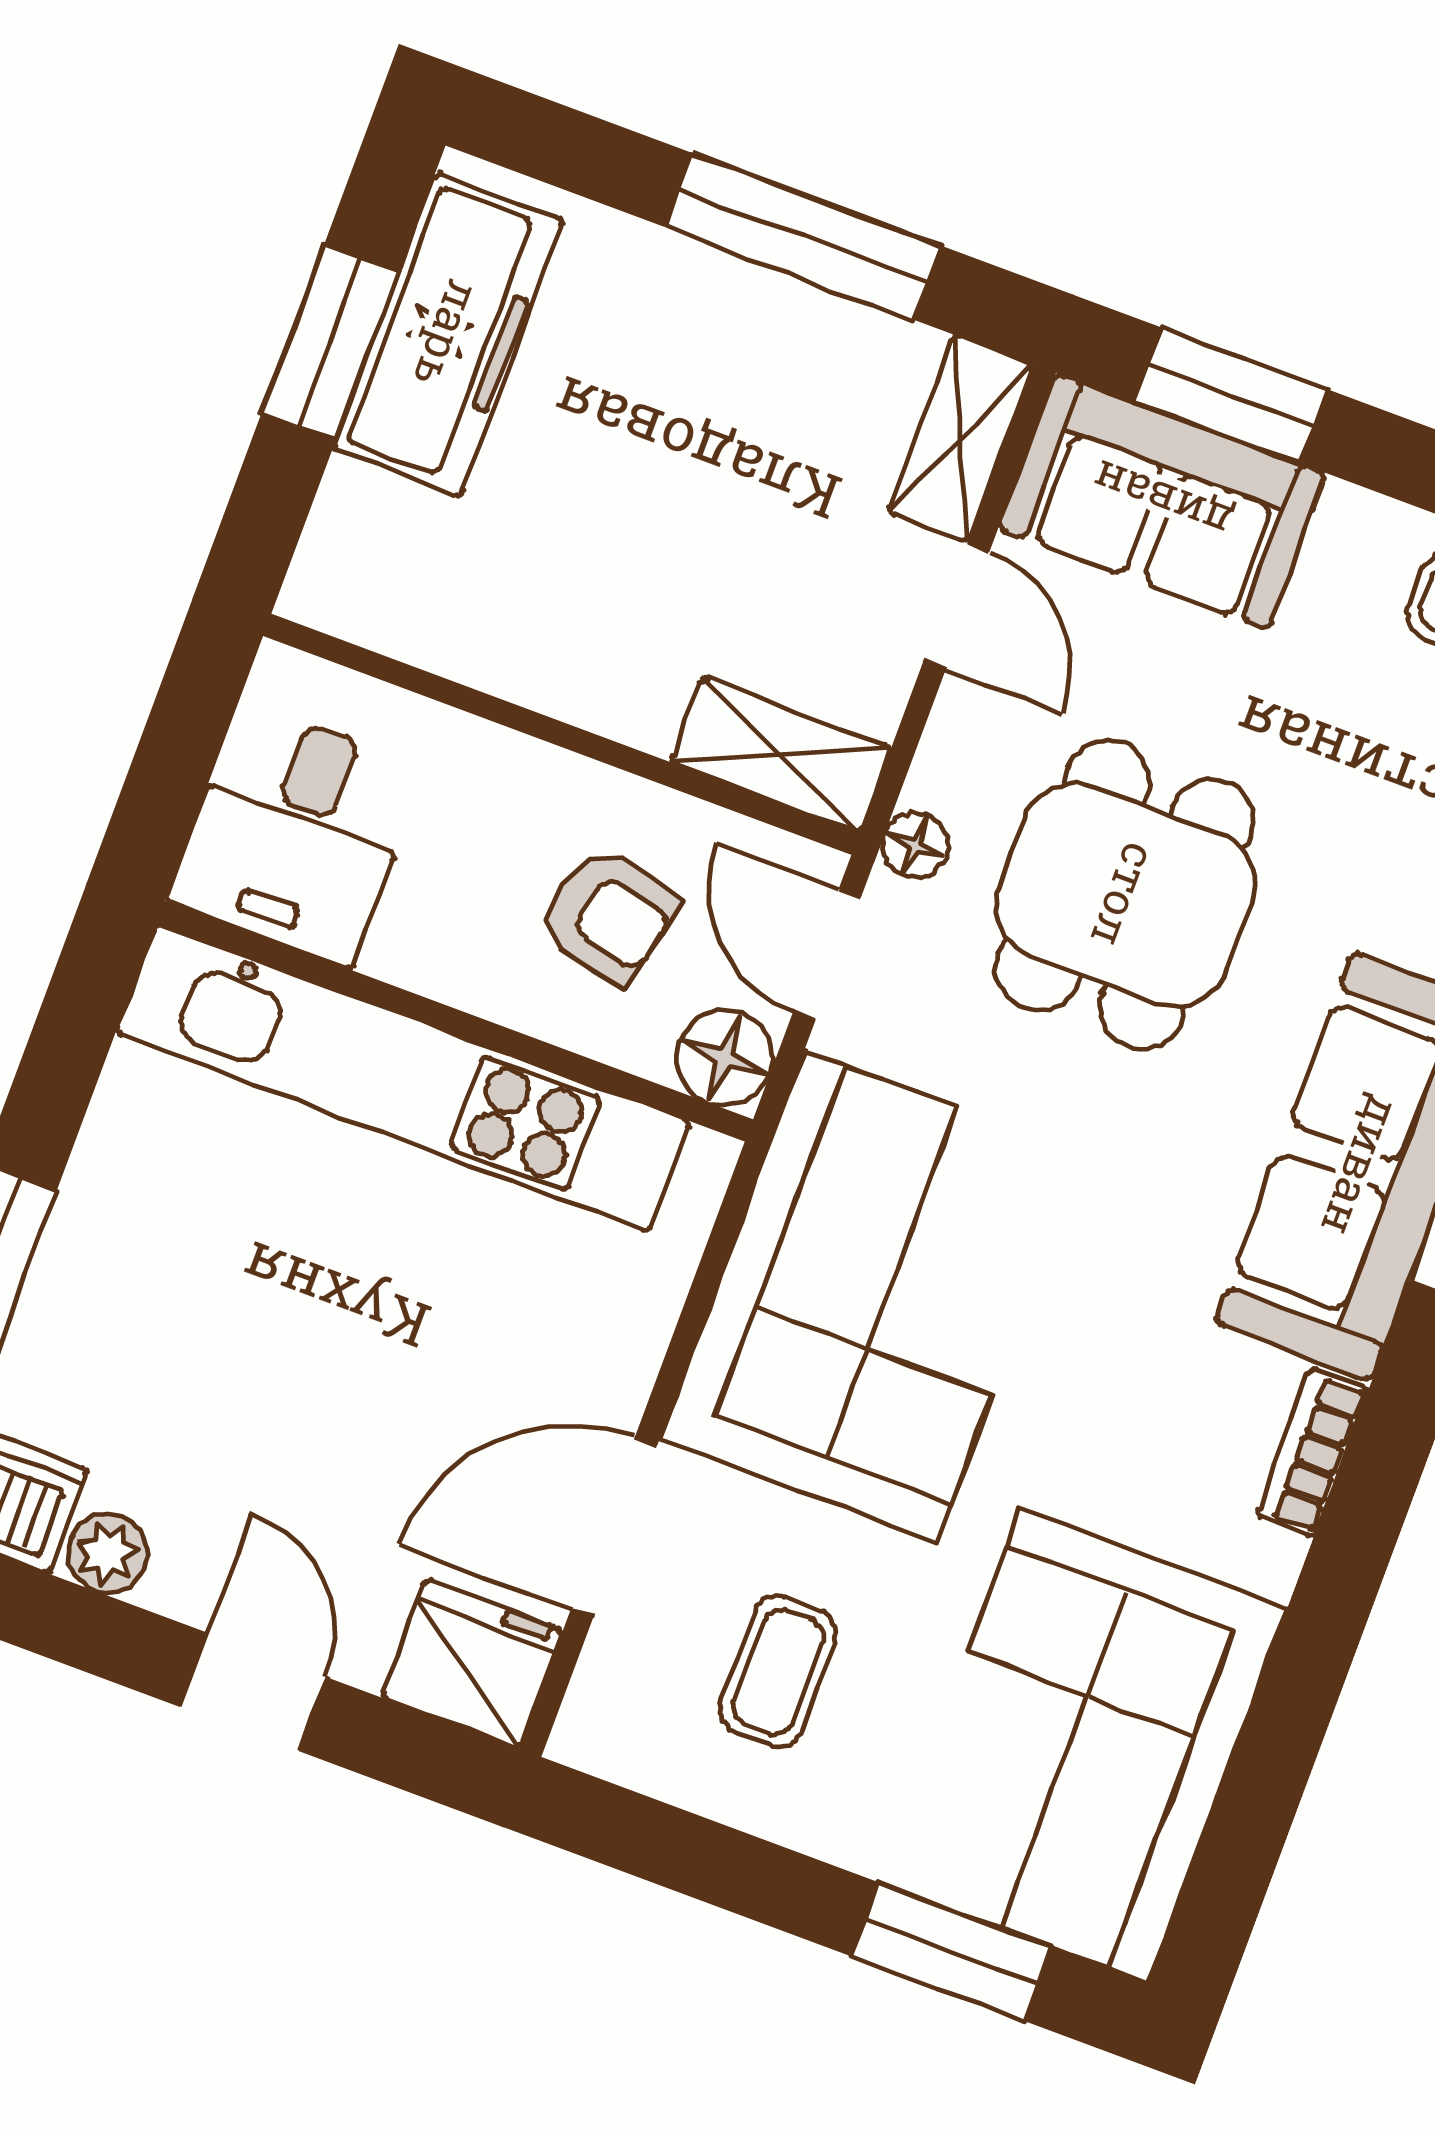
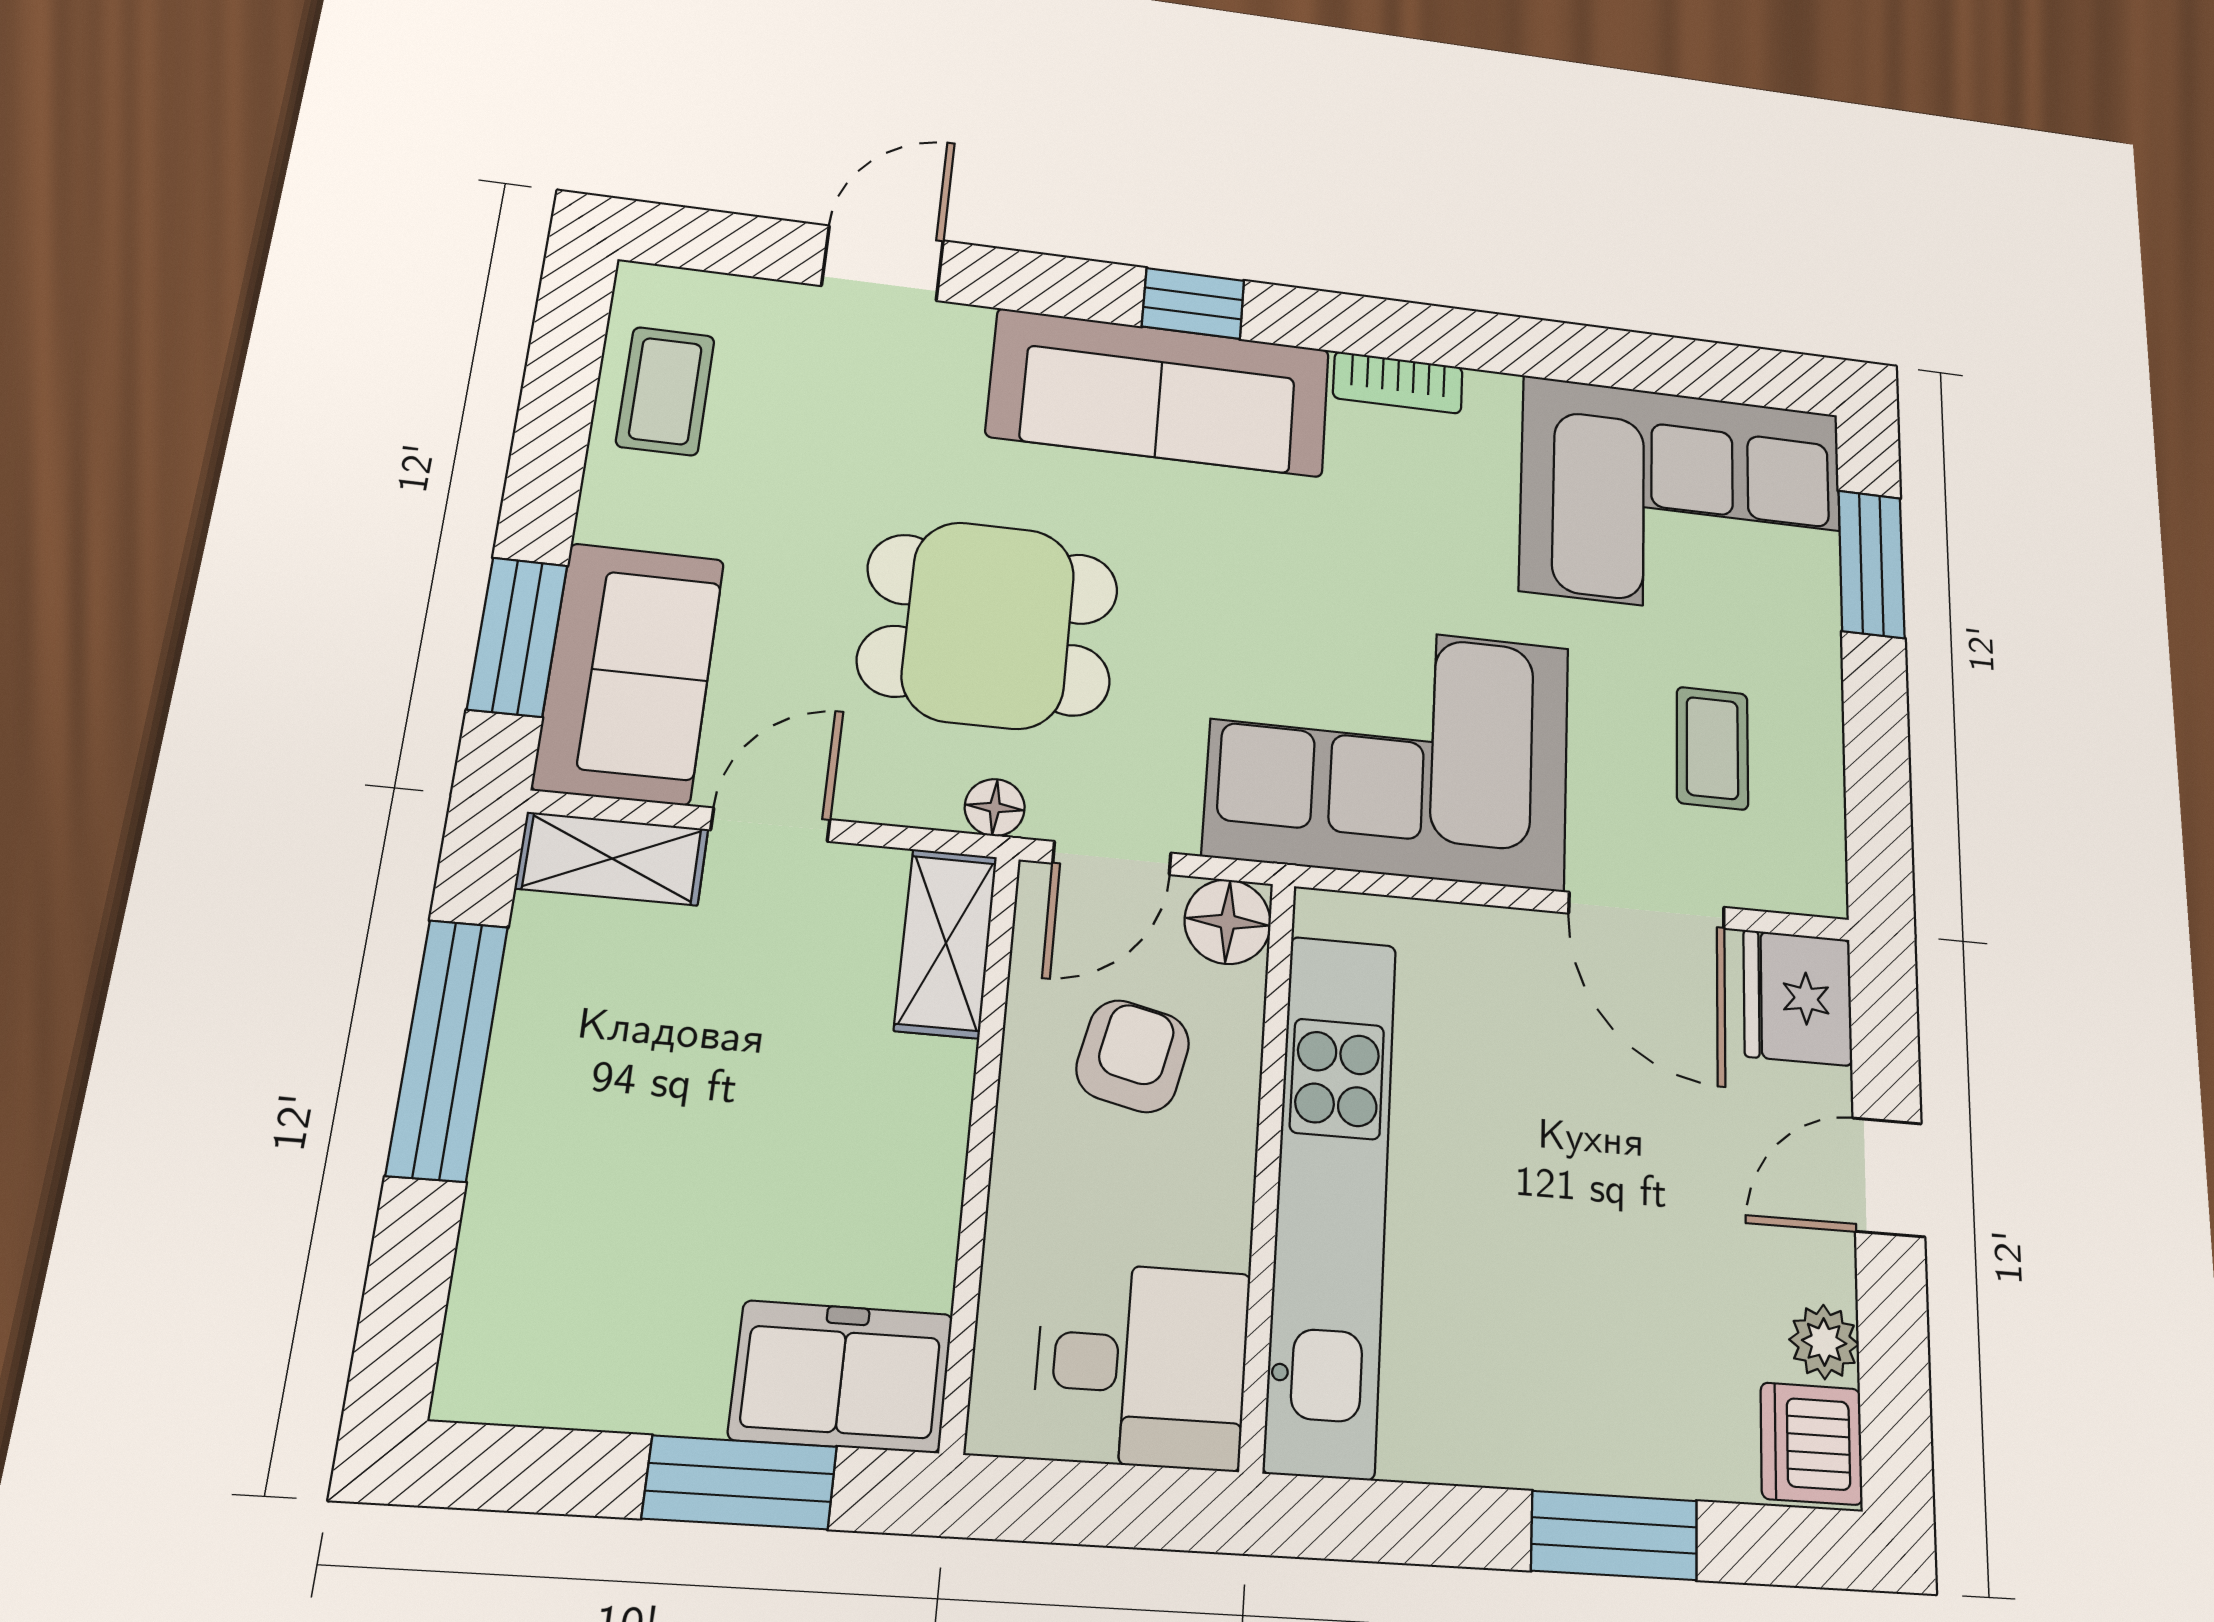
freezer: (448, 334) -> (841, 1376), moved, width x0.71
window: (330, 343) -> (740, 1482), moved
coffee table: (778, 1672) -> (1712, 748), turned 90

